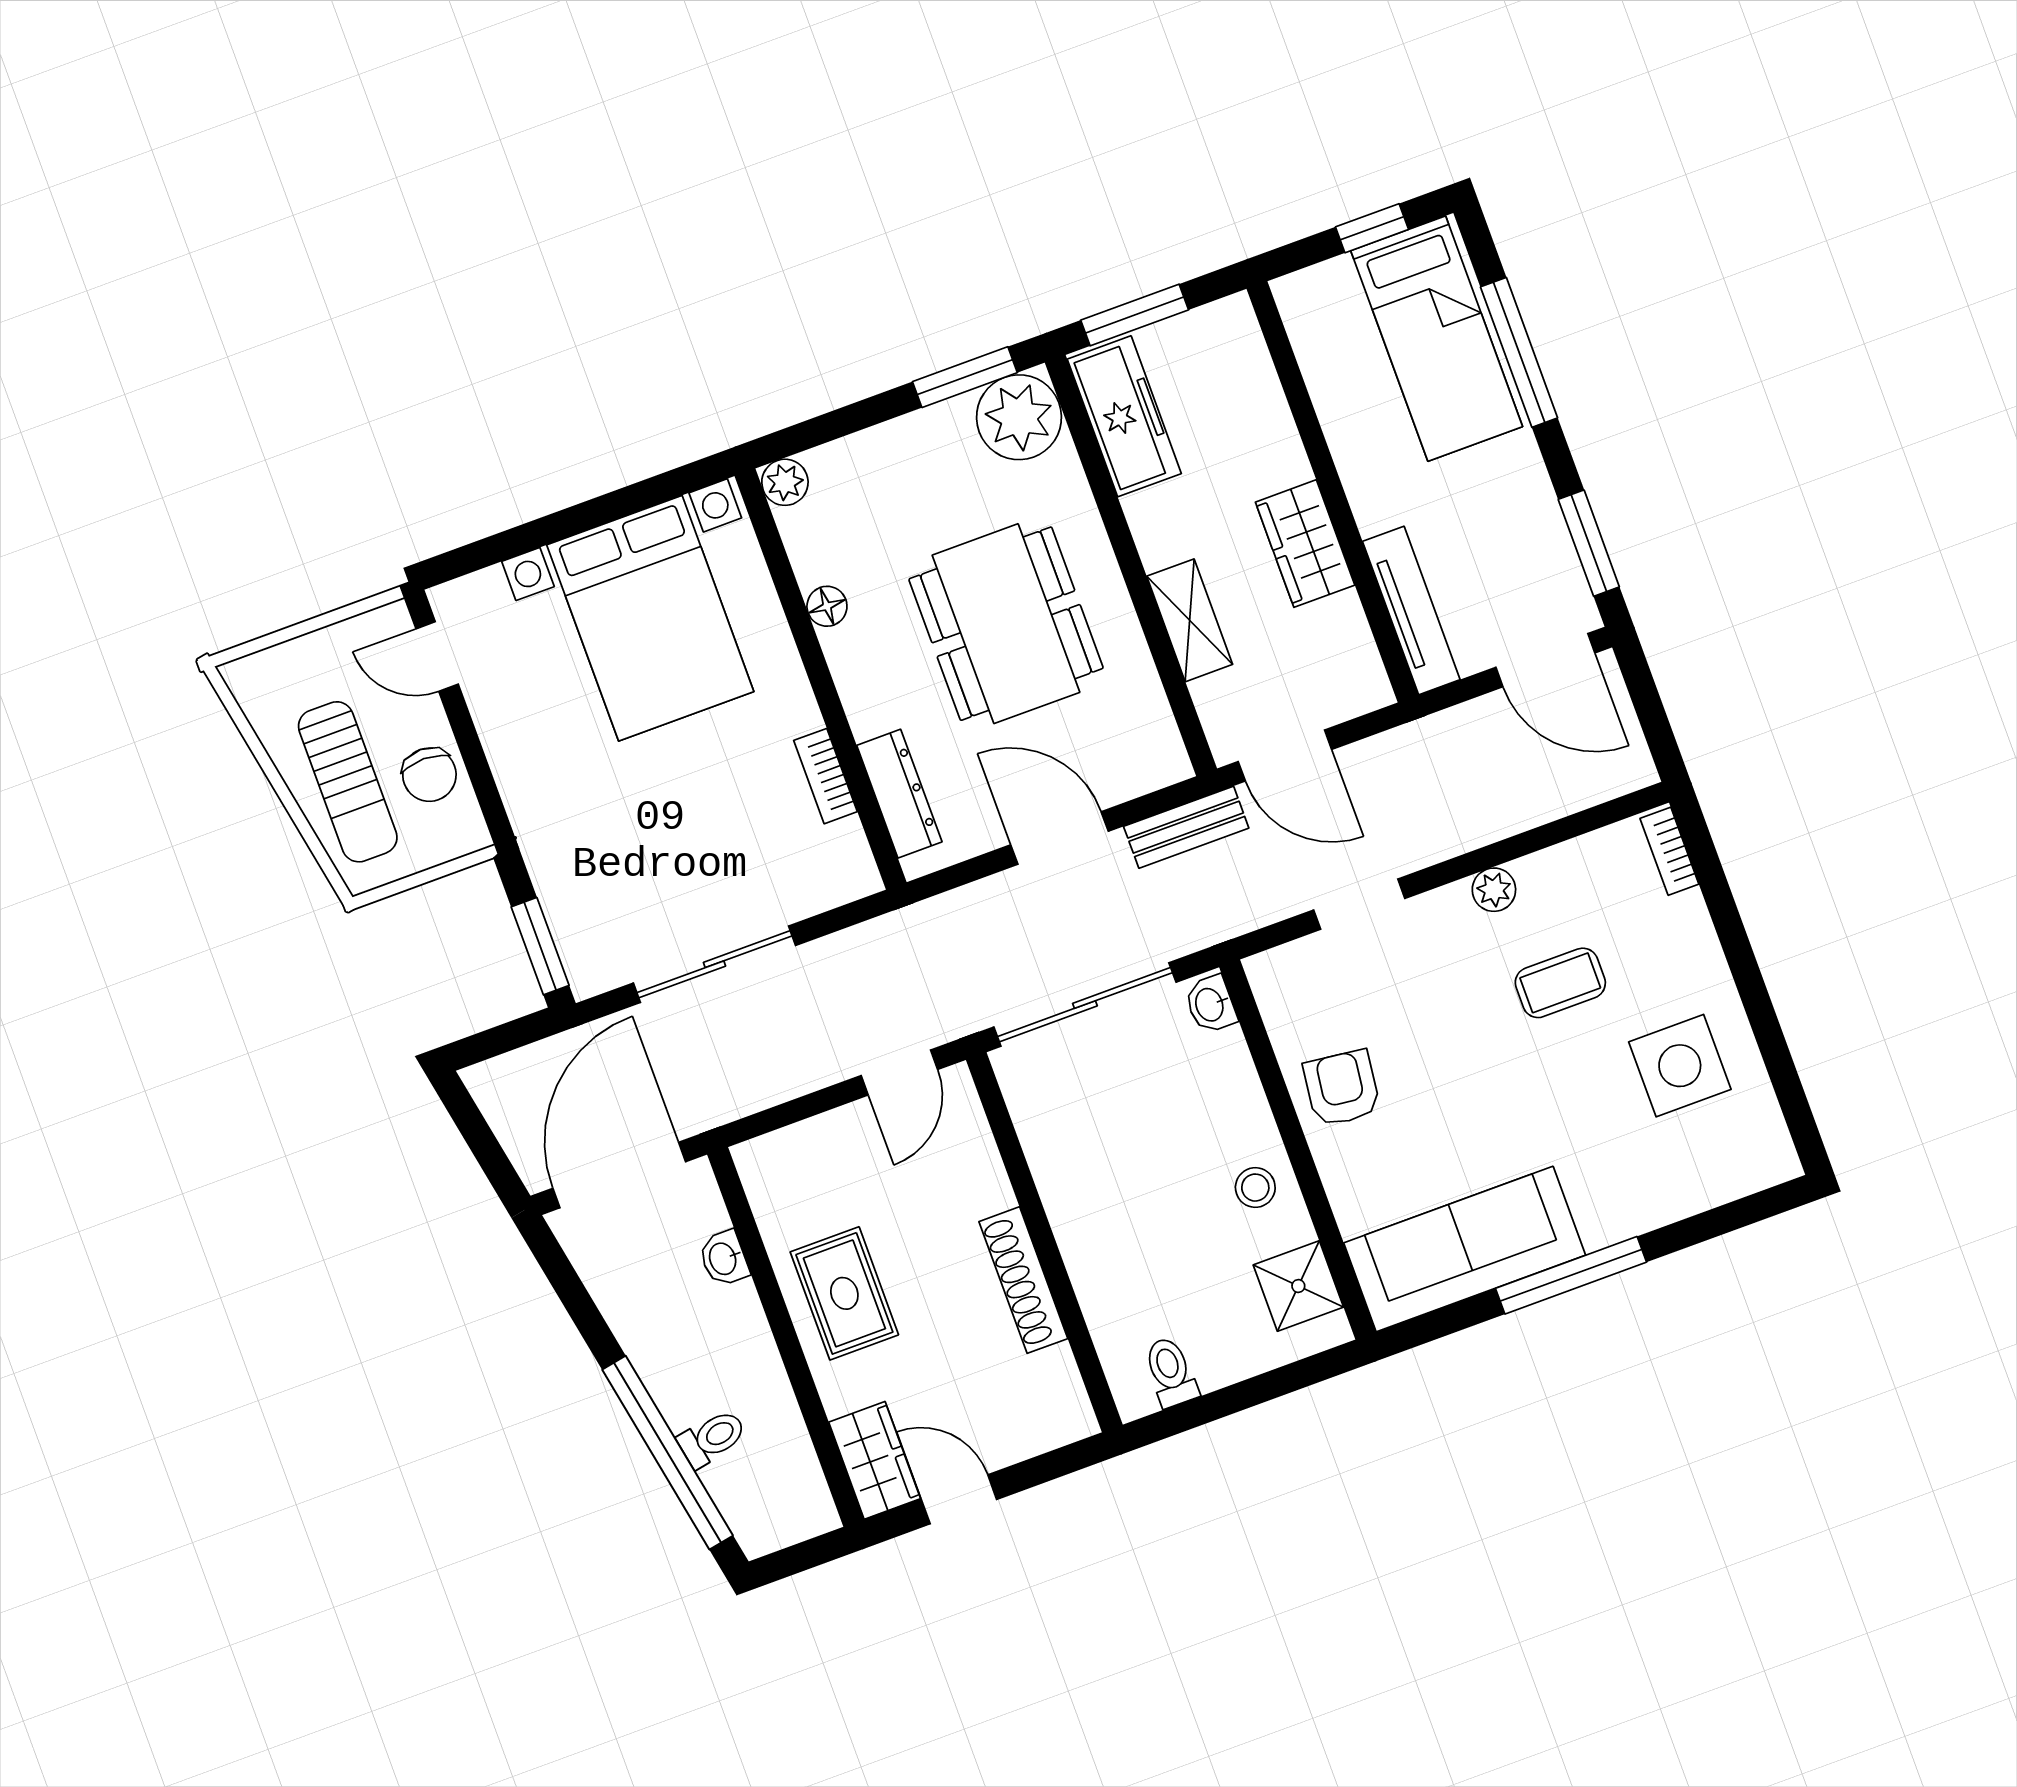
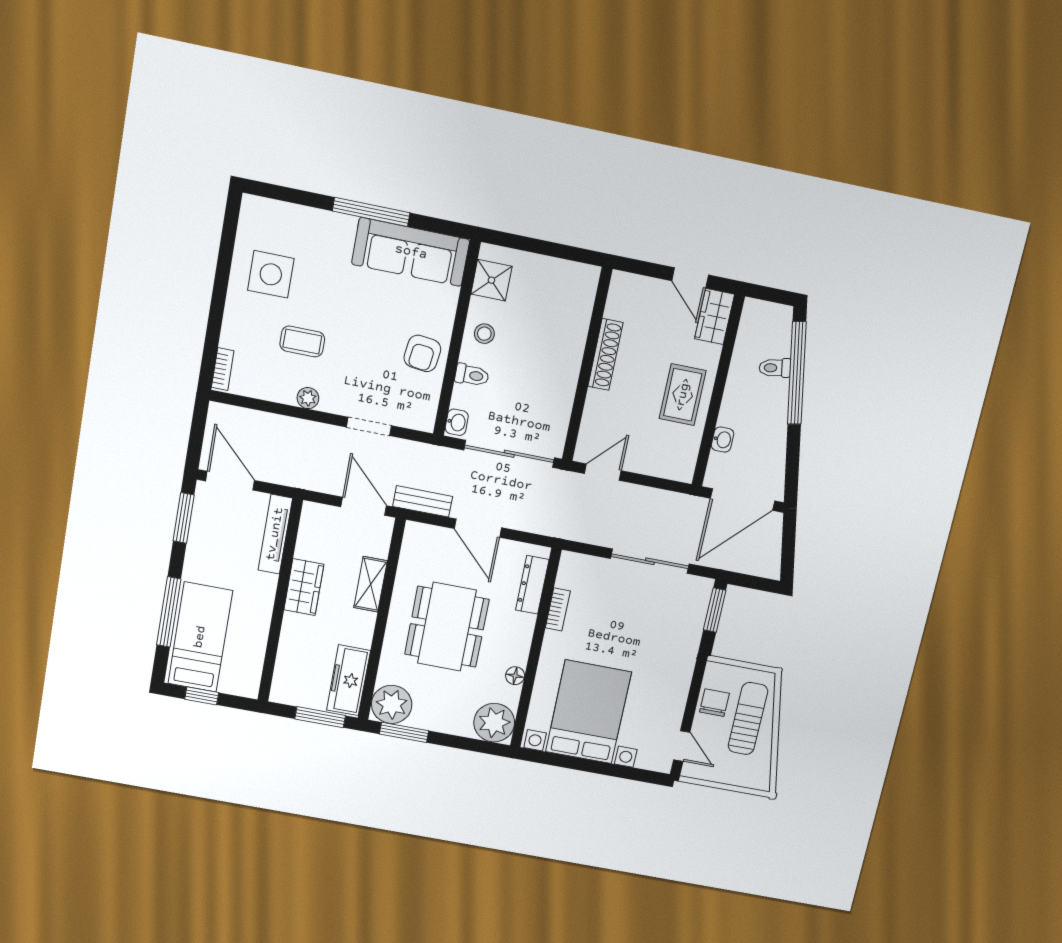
plant: (785, 482) -> (494, 723), width x1.88, depth x1.88
toilet: (1171, 1372) -> (472, 375), moved, turned -90

